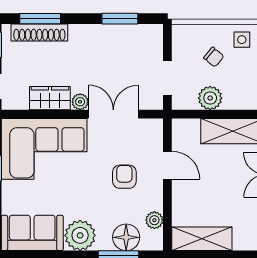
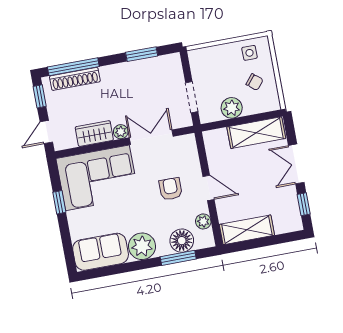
window: (40, 19) -> (73, 67), width x1.44
chair: (214, 57) -> (255, 82), moved
door: (167, 165) -> (208, 188), moved

